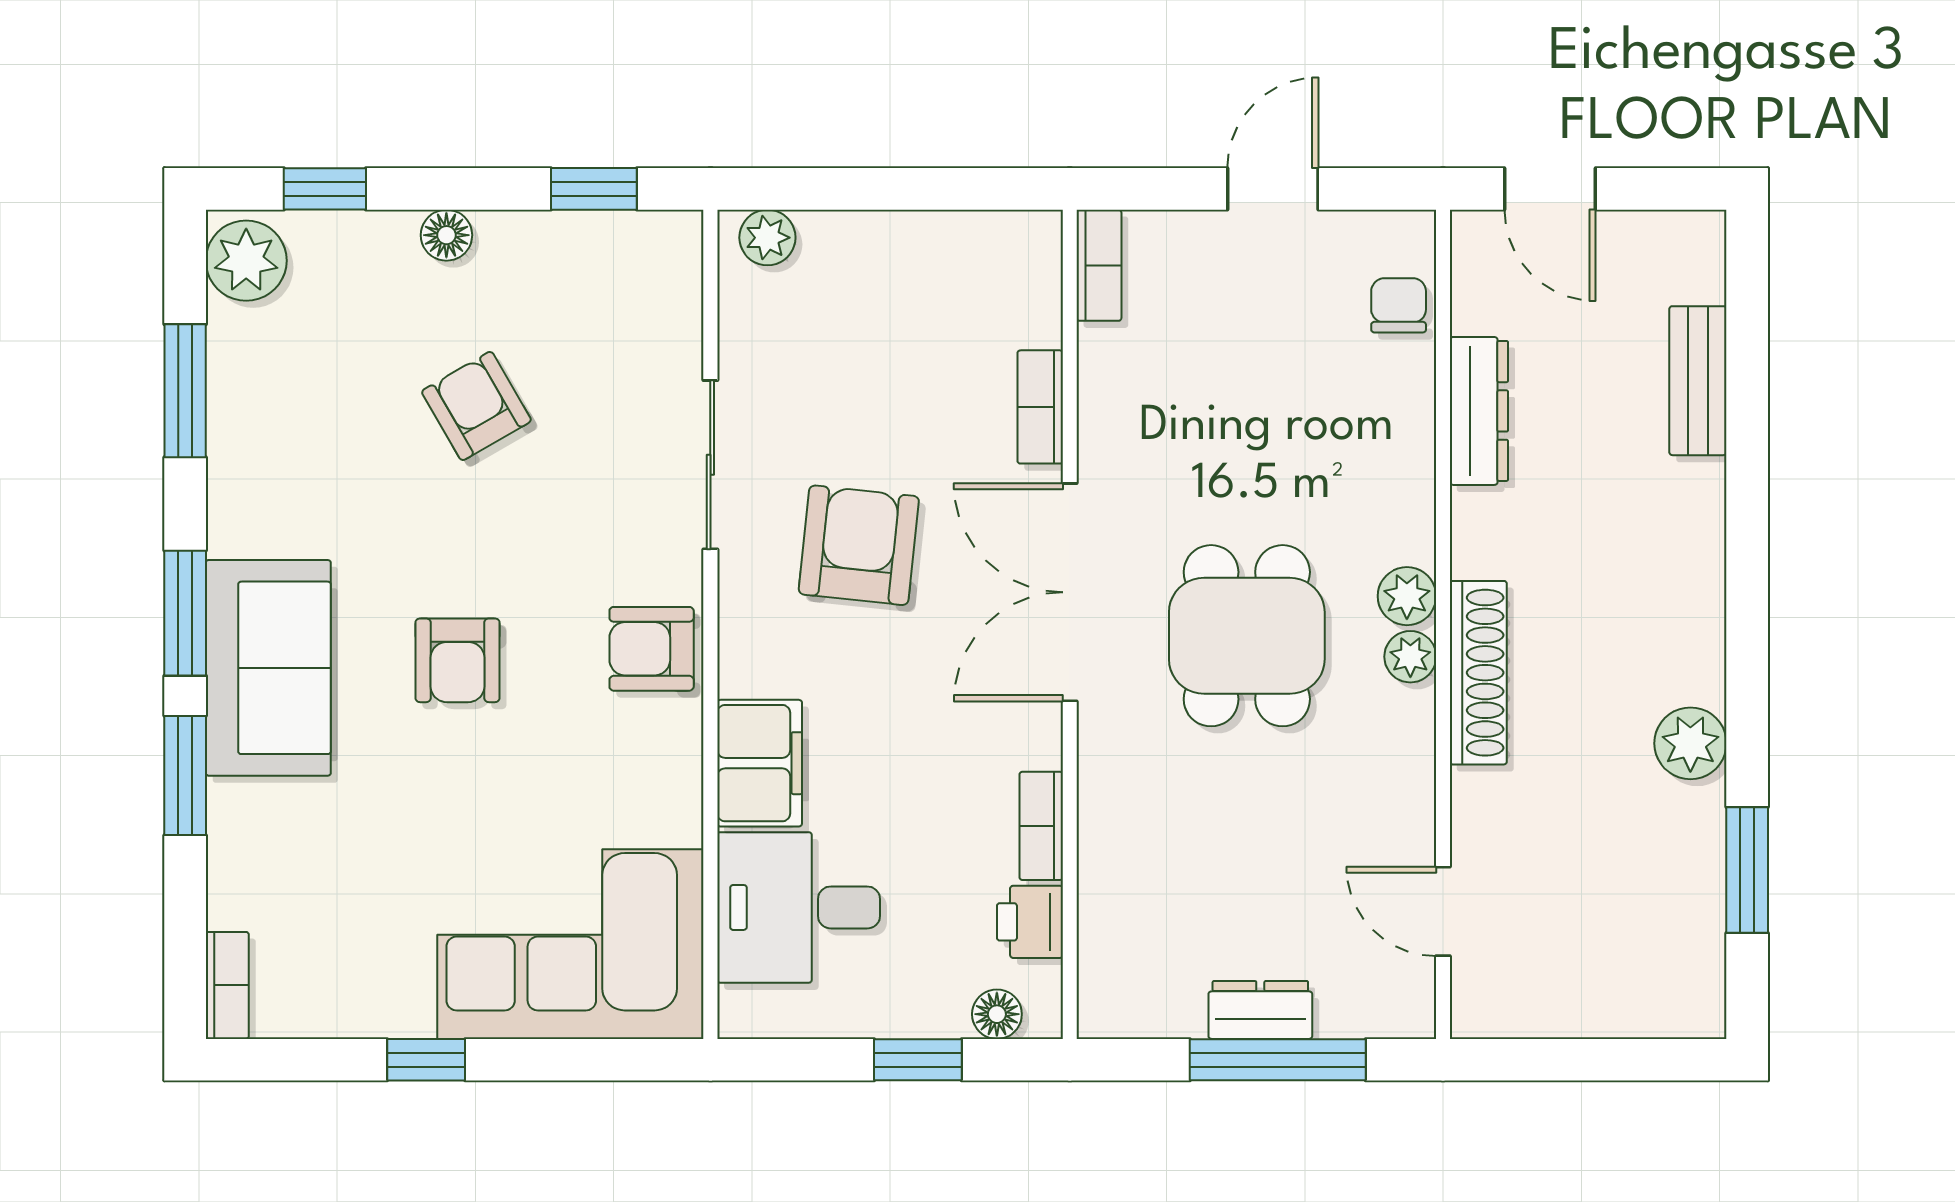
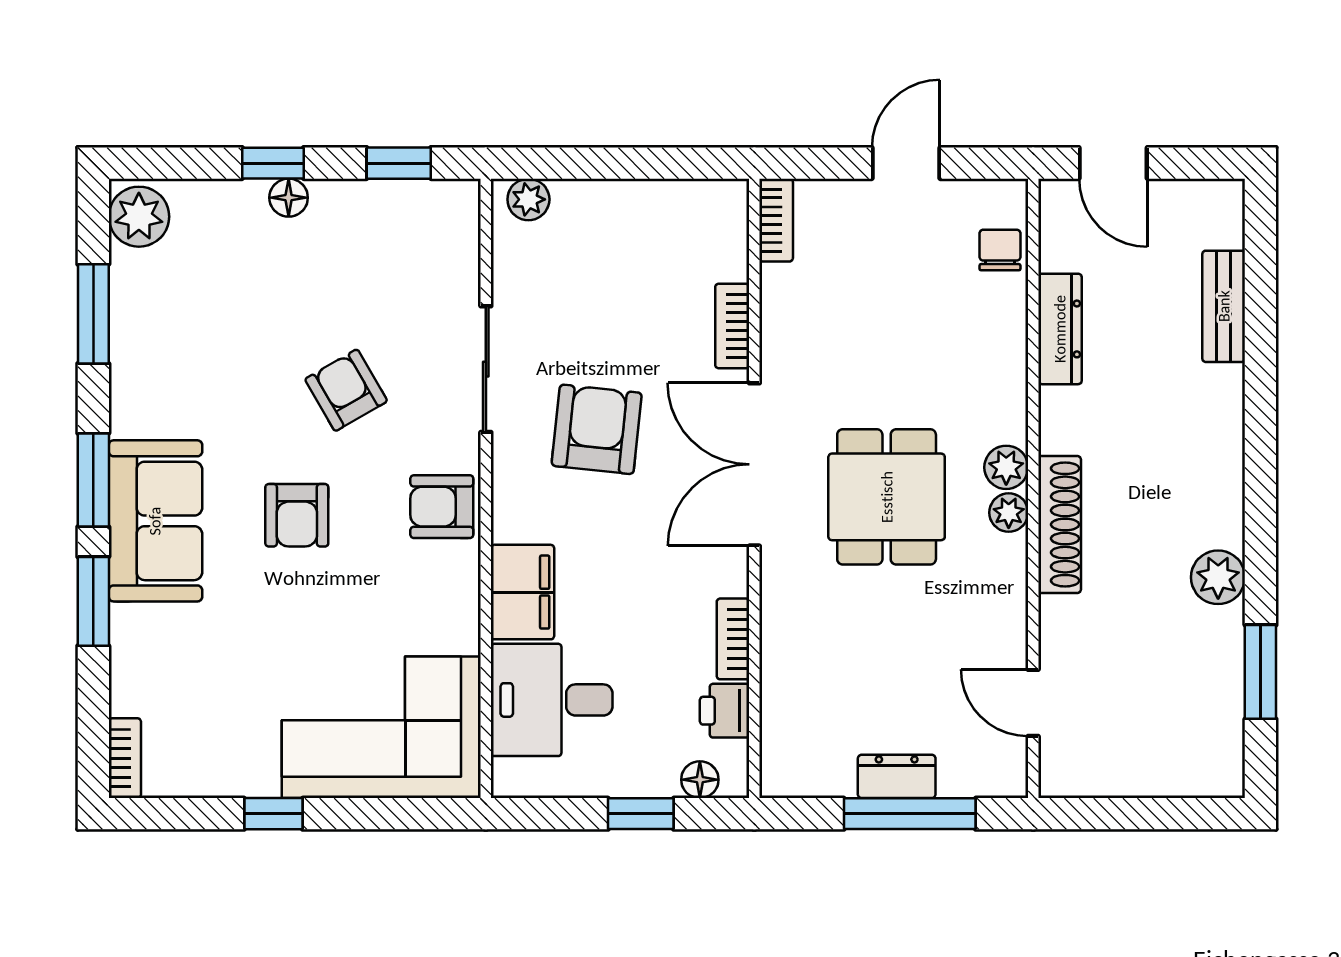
window: (325, 189) -> (273, 163), moved
armchair: (476, 406) -> (346, 390), moved

